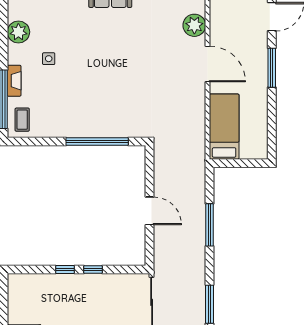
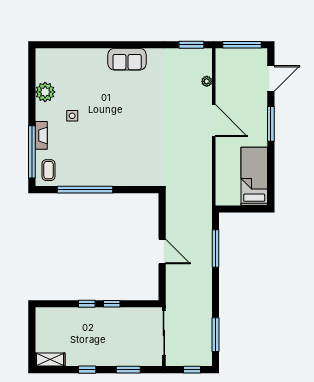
plant: (194, 25) -> (207, 81), width x0.53, depth x0.53
bed: (224, 127) -> (254, 176), moved
window: (97, 142) -> (85, 190), moved
window: (210, 225) -> (216, 249), moved

